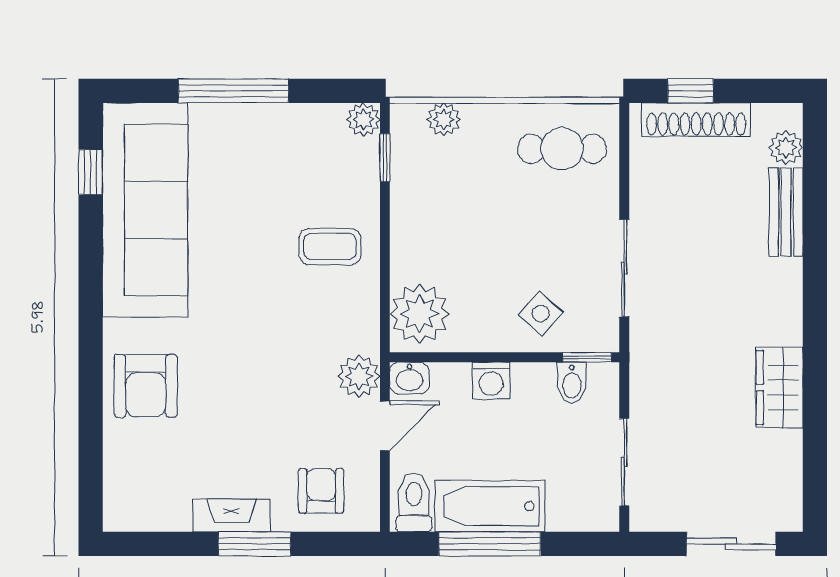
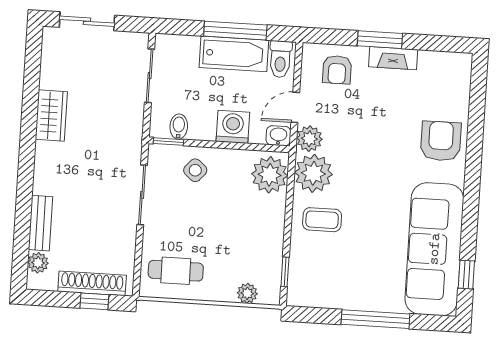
plant: (363, 119) -> (313, 173), moved, width x1.87, depth x1.87
washing machine: (491, 381) -> (233, 127), width x1.38, depth x1.38

